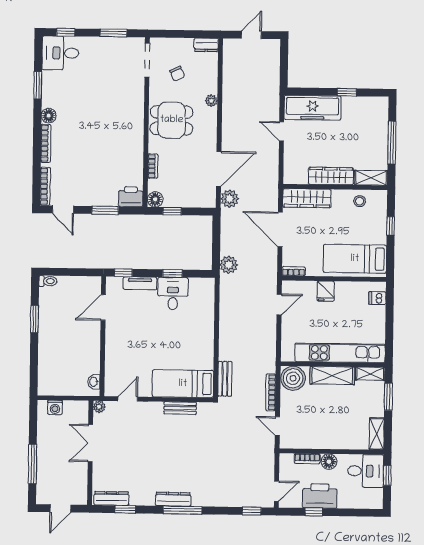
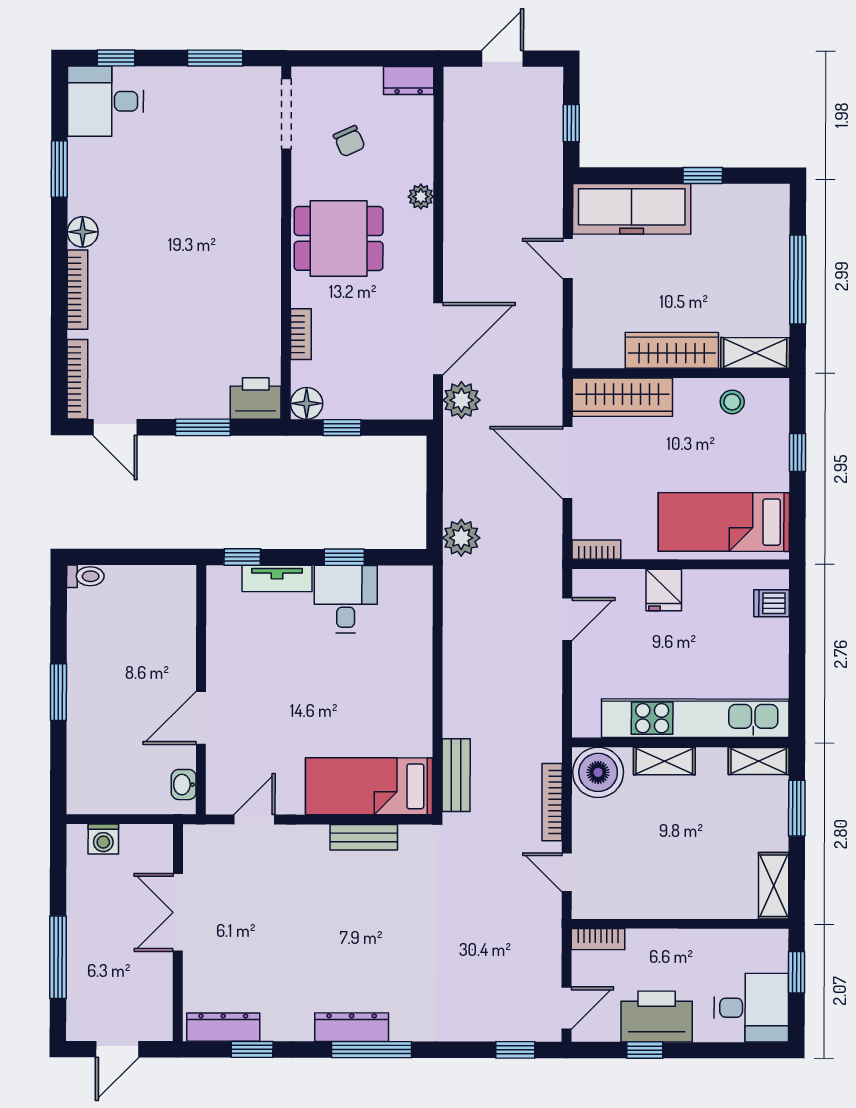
window: (284, 66) -> (571, 123), added
door: (103, 307) -> (201, 718), moved
window: (35, 319) -> (58, 692), moved
shelving: (332, 376) -> (664, 761), width x0.67, depth x0.75
plant: (99, 407) -> (195, 837), removed
bookcase: (307, 459) -> (598, 939), moved
floor lamp: (329, 462) -> (675, 945), removed
desk: (366, 471) -> (751, 1008), moved

